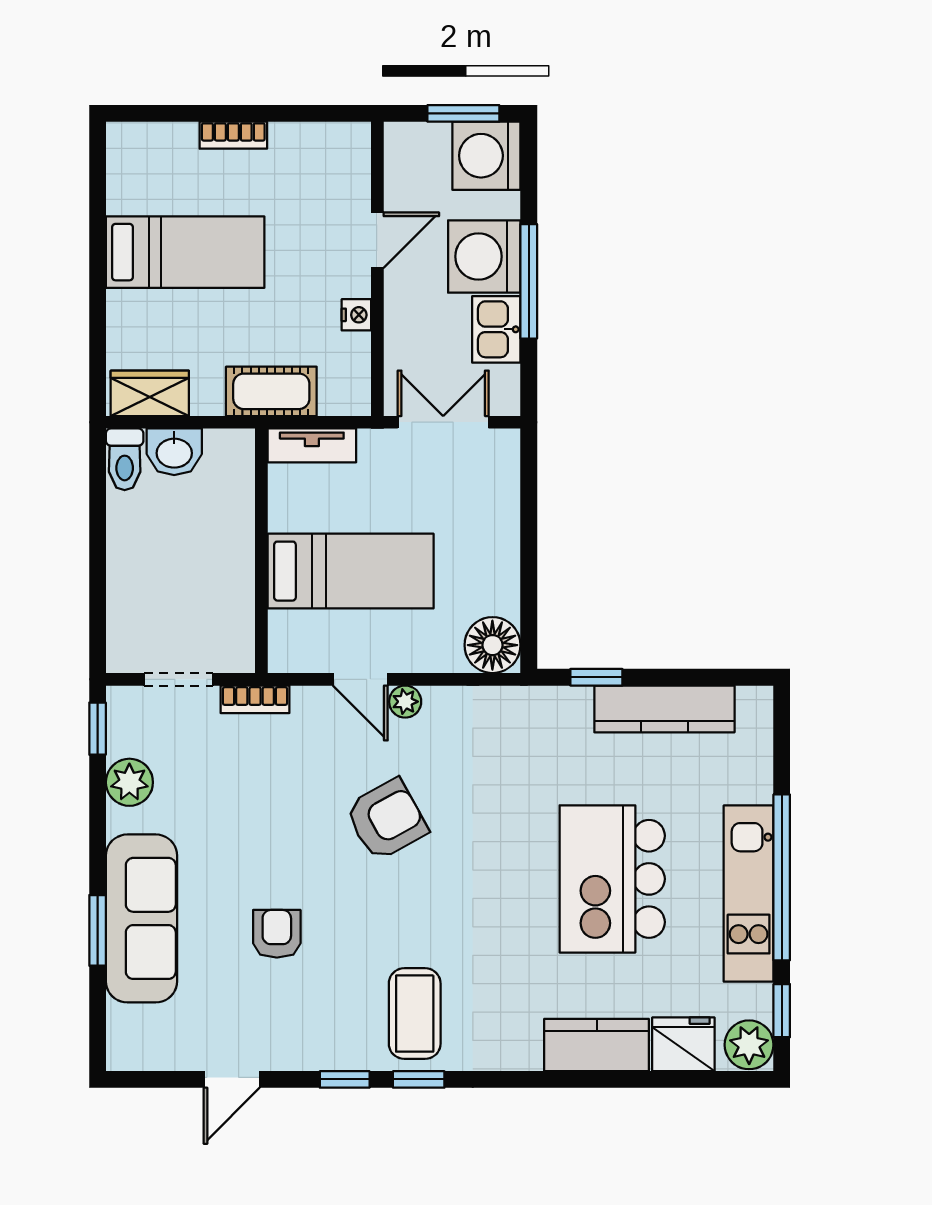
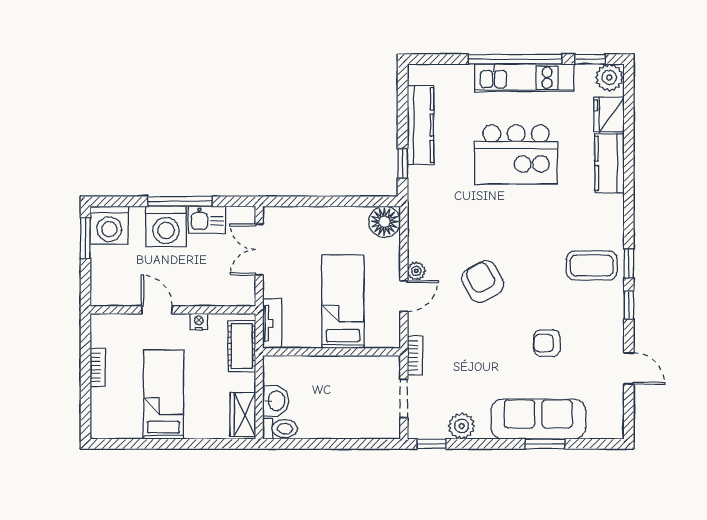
door: (377, 240) -> (157, 310), moved
wall: (377, 269) -> (173, 310), moved
nightstand: (356, 315) -> (199, 322), moved

